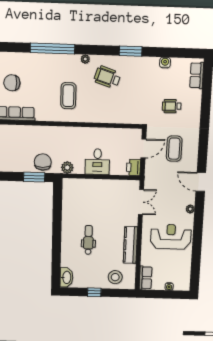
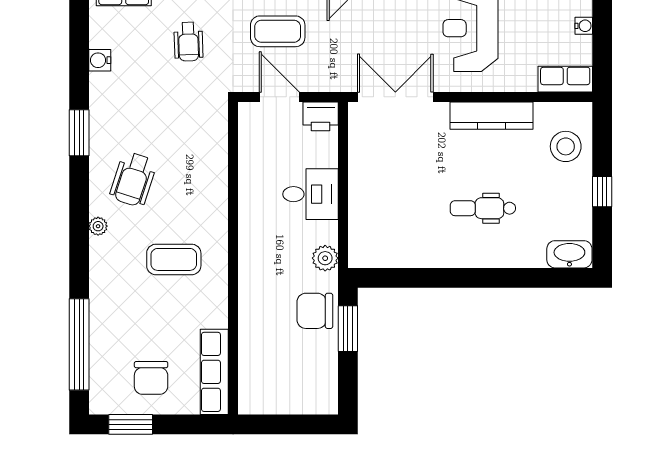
window: (52, 49) -> (79, 344), moved
double door: (141, 202) -> (395, 97), width x1.37

